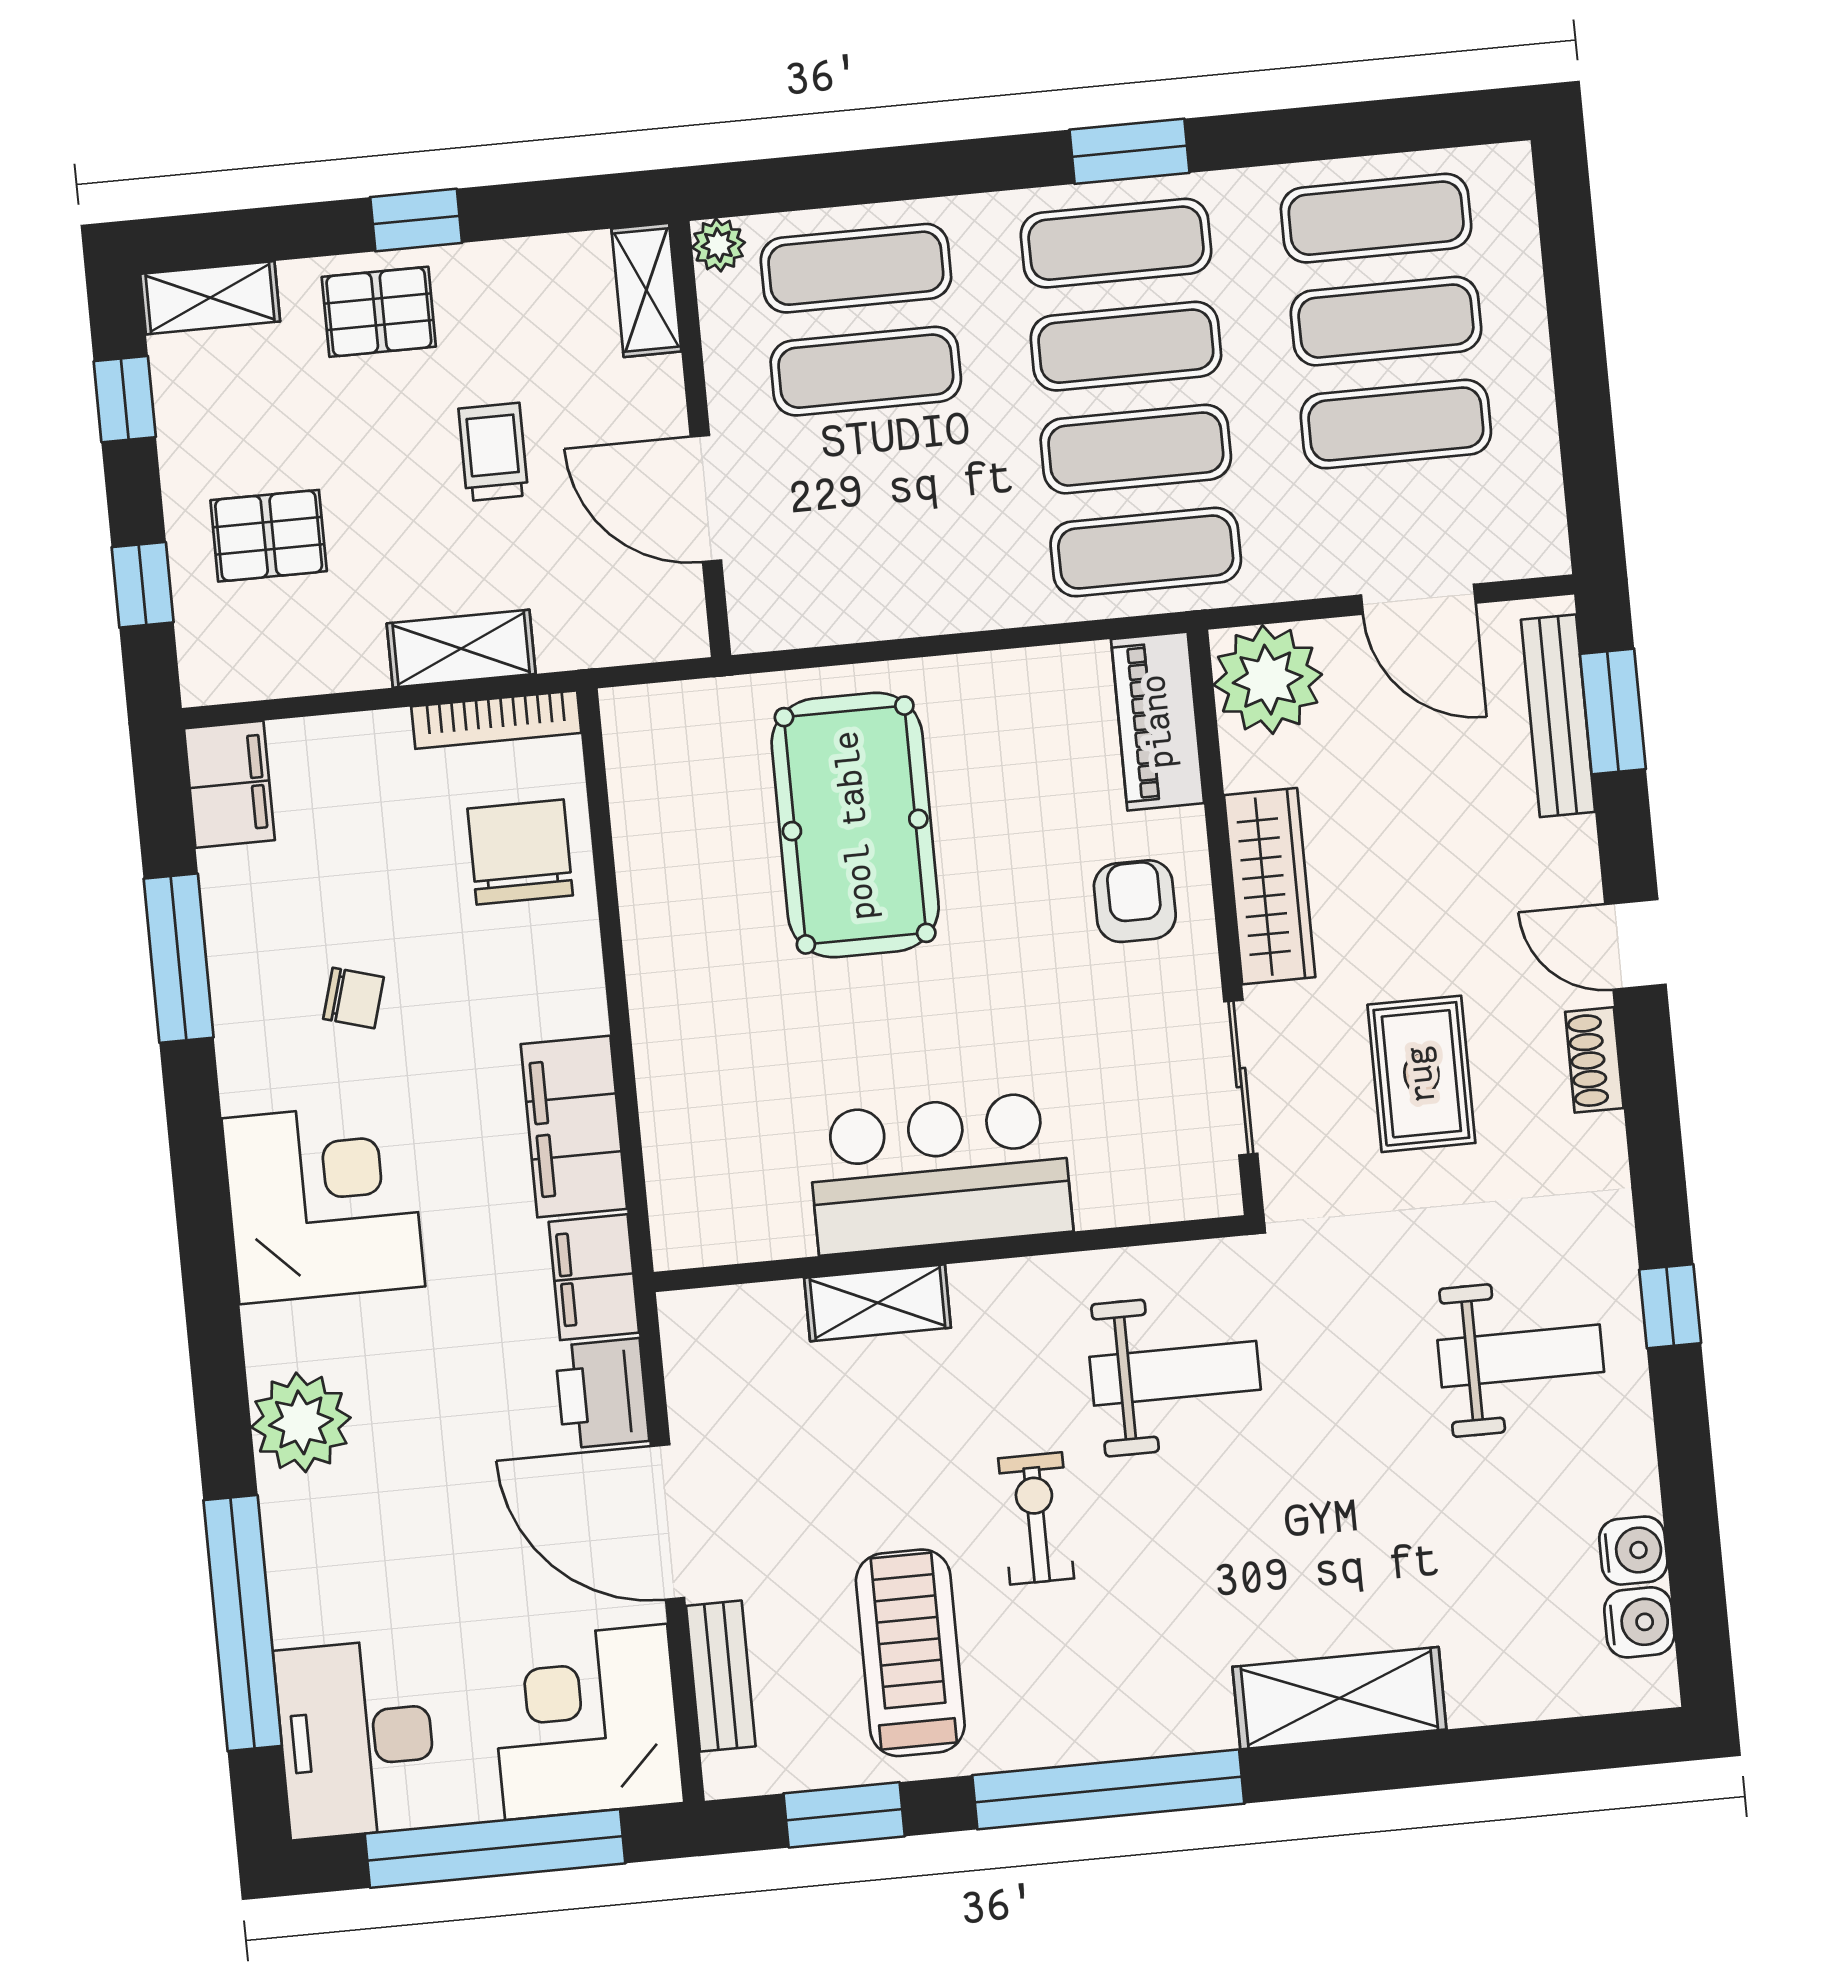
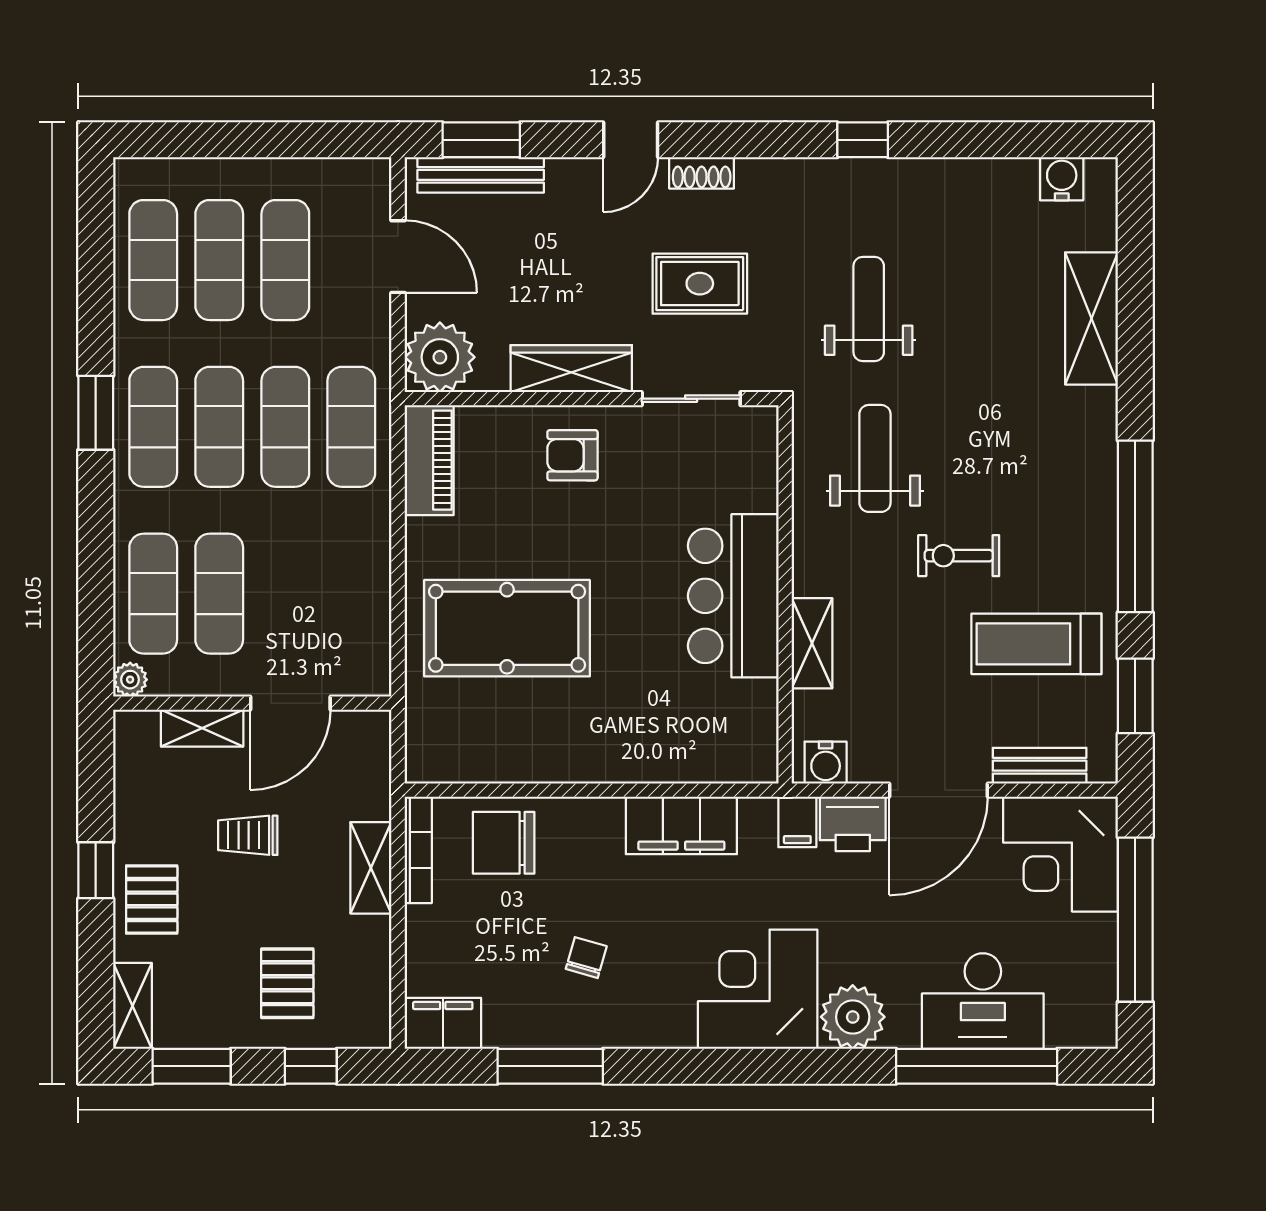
shelving: (646, 290) -> (202, 728), moved
window: (125, 399) -> (192, 1066), width x1.50
door: (1418, 599) -> (398, 257), hinge flipped
piano: (1158, 721) -> (429, 460), moved, turned -90
corner desk: (323, 1202) -> (758, 989), moved
filing cabinet: (594, 1277) -> (797, 822), width x0.50
weight bench: (1521, 1356) -> (869, 309), moved
water cooler: (1633, 1551) -> (826, 763), moved, turned 180
shelving: (1339, 1698) -> (1091, 318), moved
desk: (356, 1739) -> (983, 1001), moved

